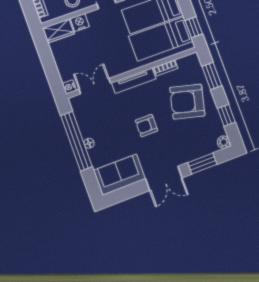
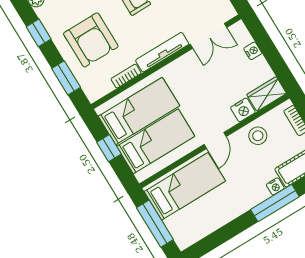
window: (194, 27) -> (109, 148), moved
nightstand: (69, 87) -> (253, 51), moved
armchair: (187, 102) -> (91, 40), turned 76

